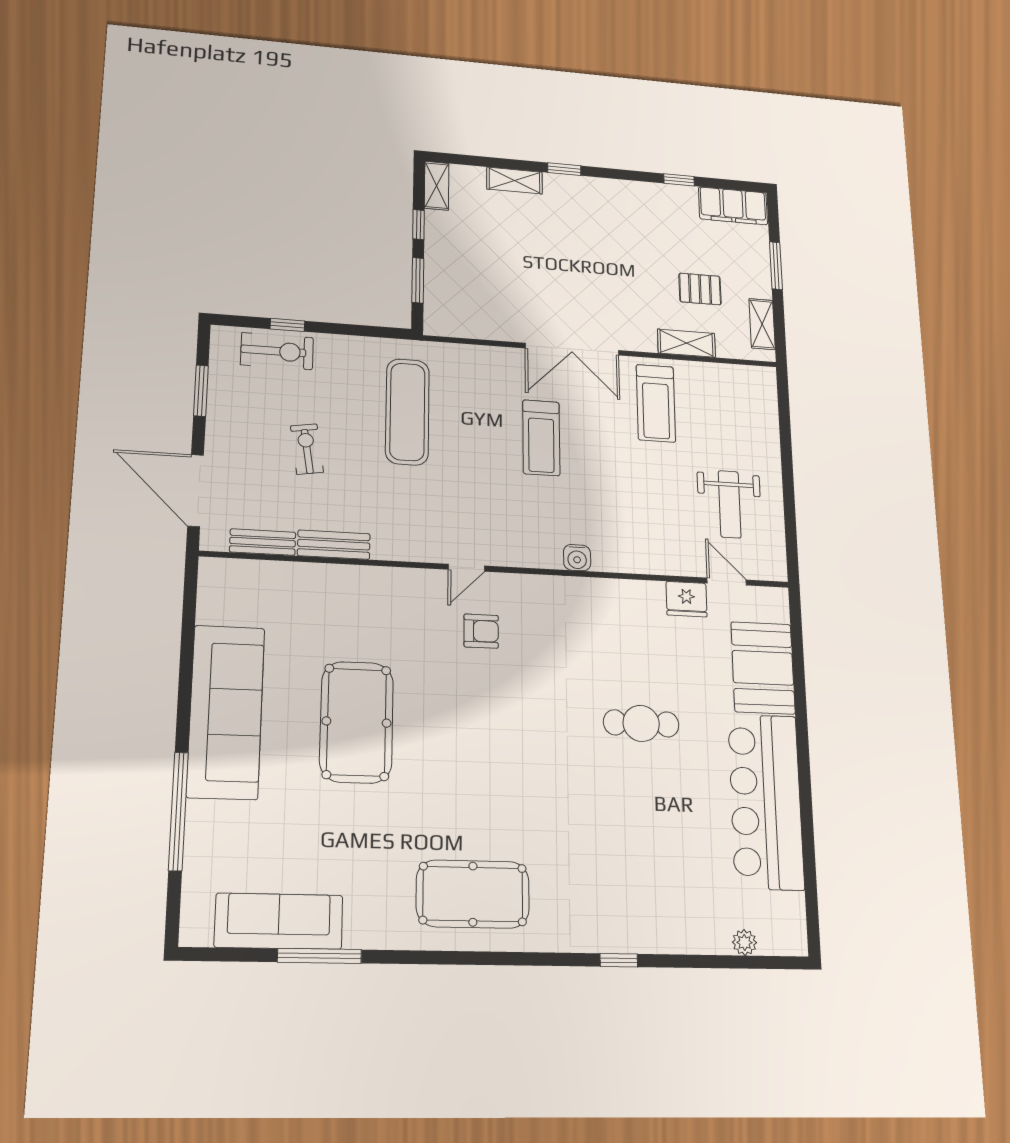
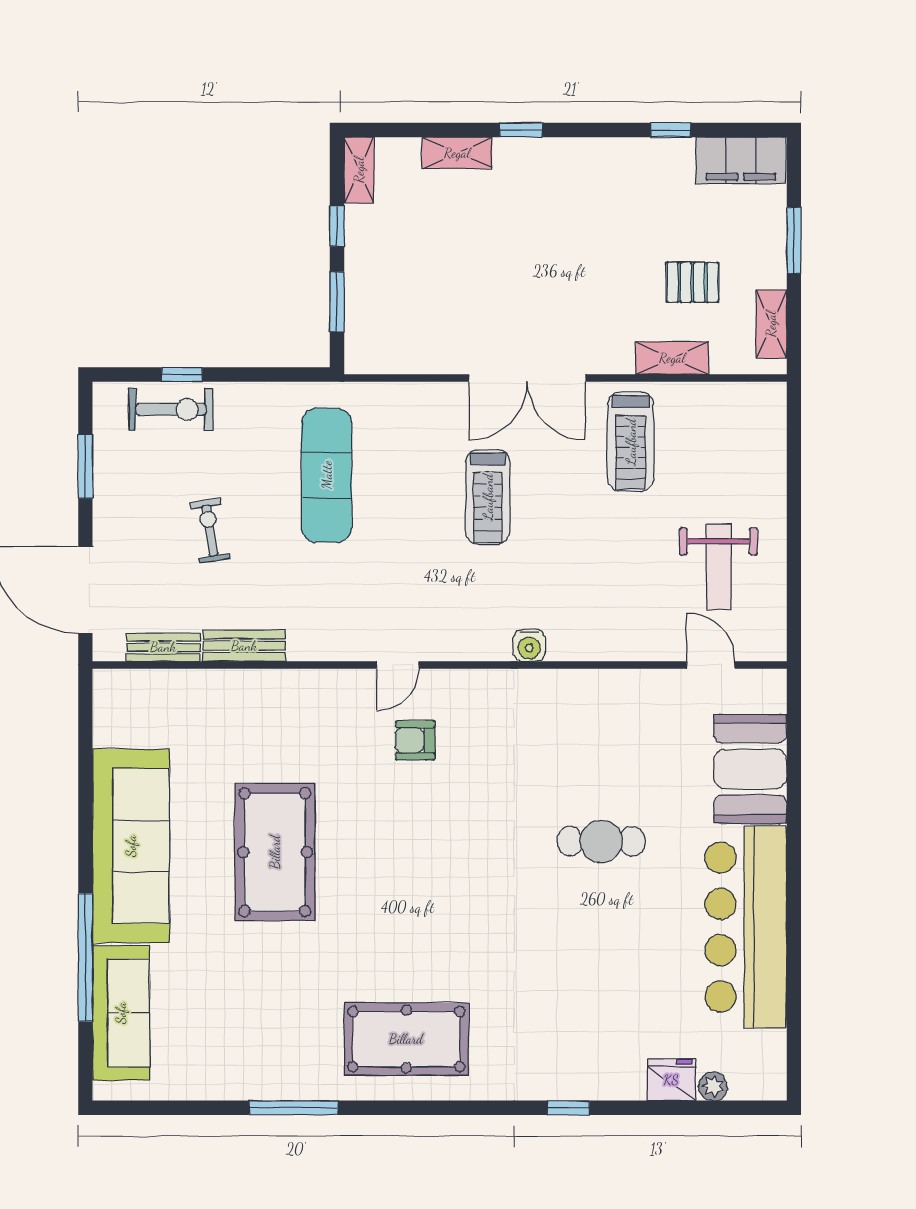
fridge: (686, 599) -> (671, 1080), moved, turned 180
armchair: (481, 631) -> (415, 740), turned 180
sofa: (279, 921) -> (121, 1013), moved, turned 90
window: (320, 956) -> (294, 1108), moved

